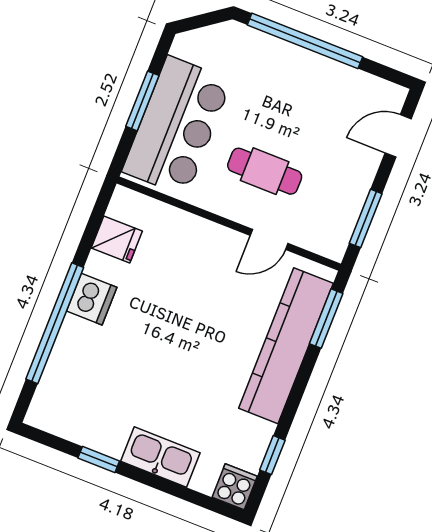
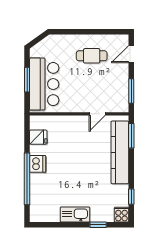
window: (305, 41) -> (81, 32), removed
cafe table: (265, 171) -> (92, 56), moved
kitchen sink: (160, 457) -> (75, 214), moved
window: (99, 460) -> (98, 225), moved

